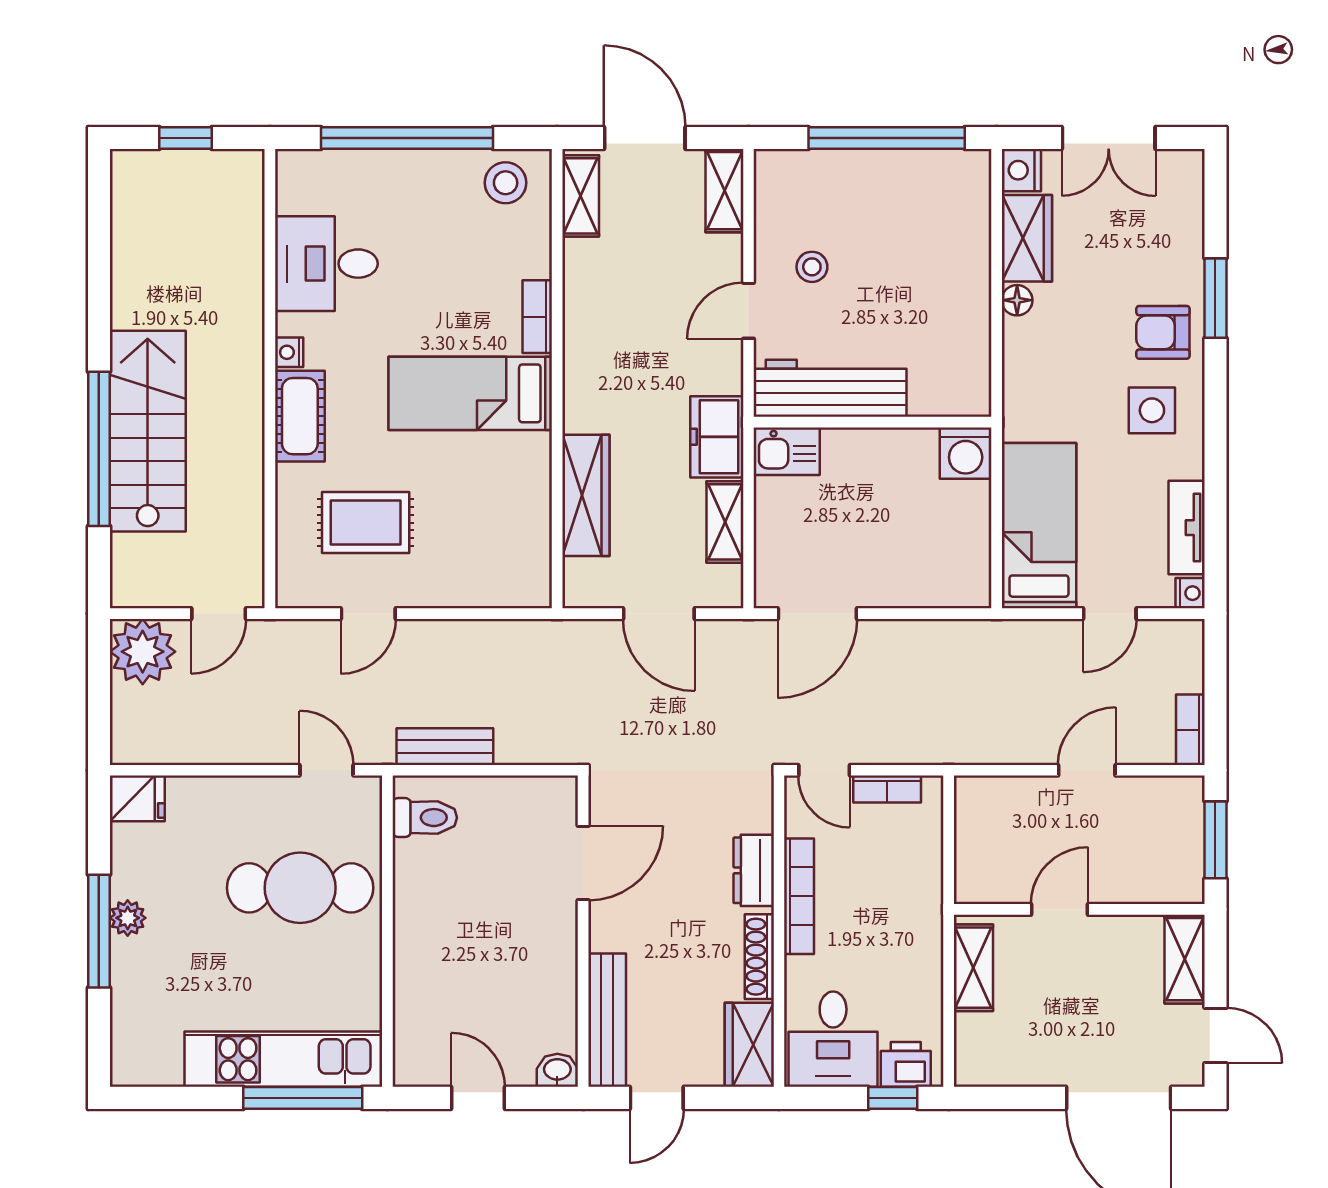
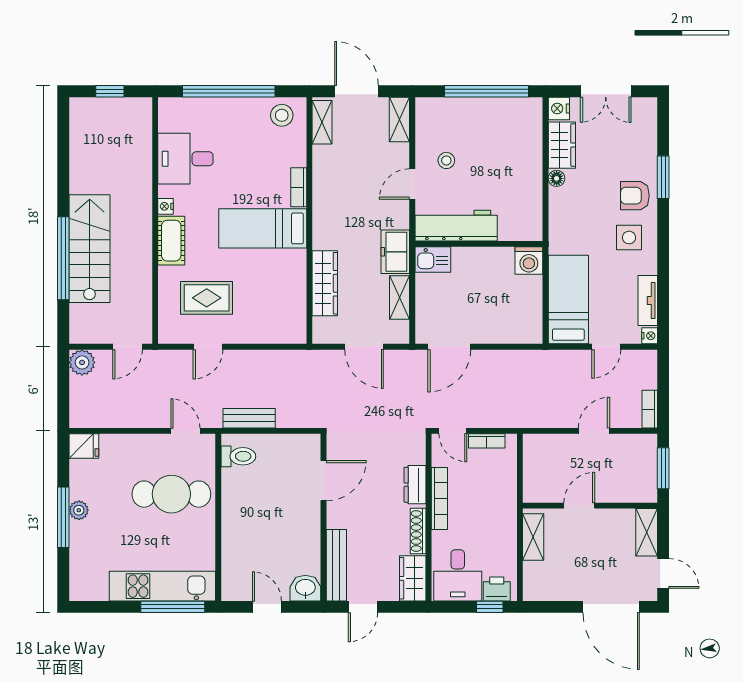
plant: (143, 652) -> (82, 362), width x0.73, depth x0.73
washbasin: (557, 1070) -> (305, 588), width x1.38, depth x1.45

